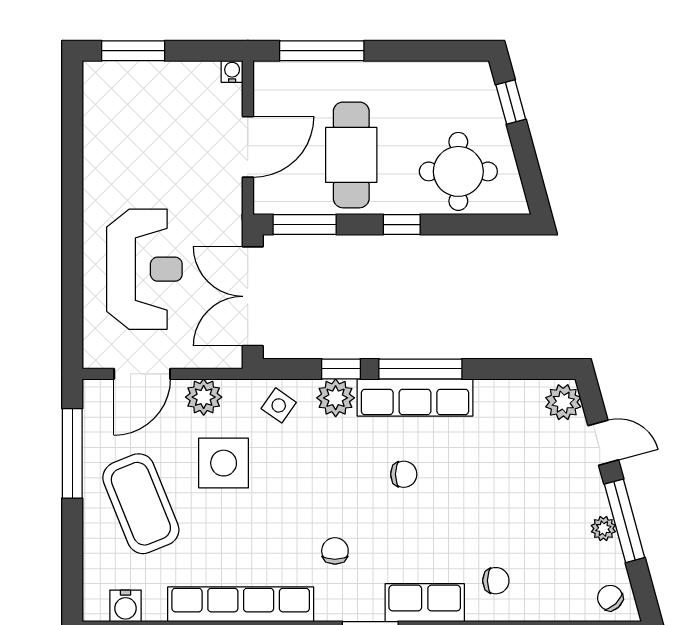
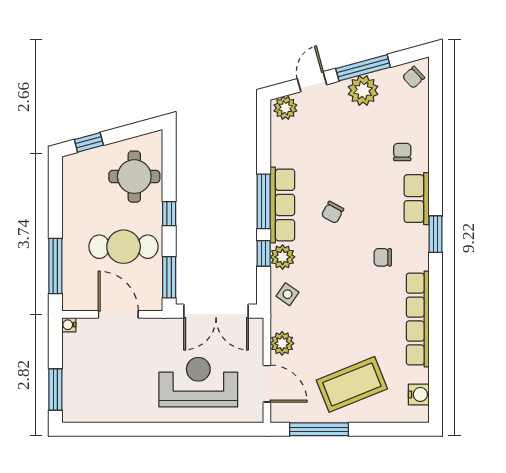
side table: (224, 463) -> (325, 330), removed
chair: (404, 474) -> (333, 212), turned -152
plant: (603, 529) -> (363, 90), width x1.88, depth x1.88

